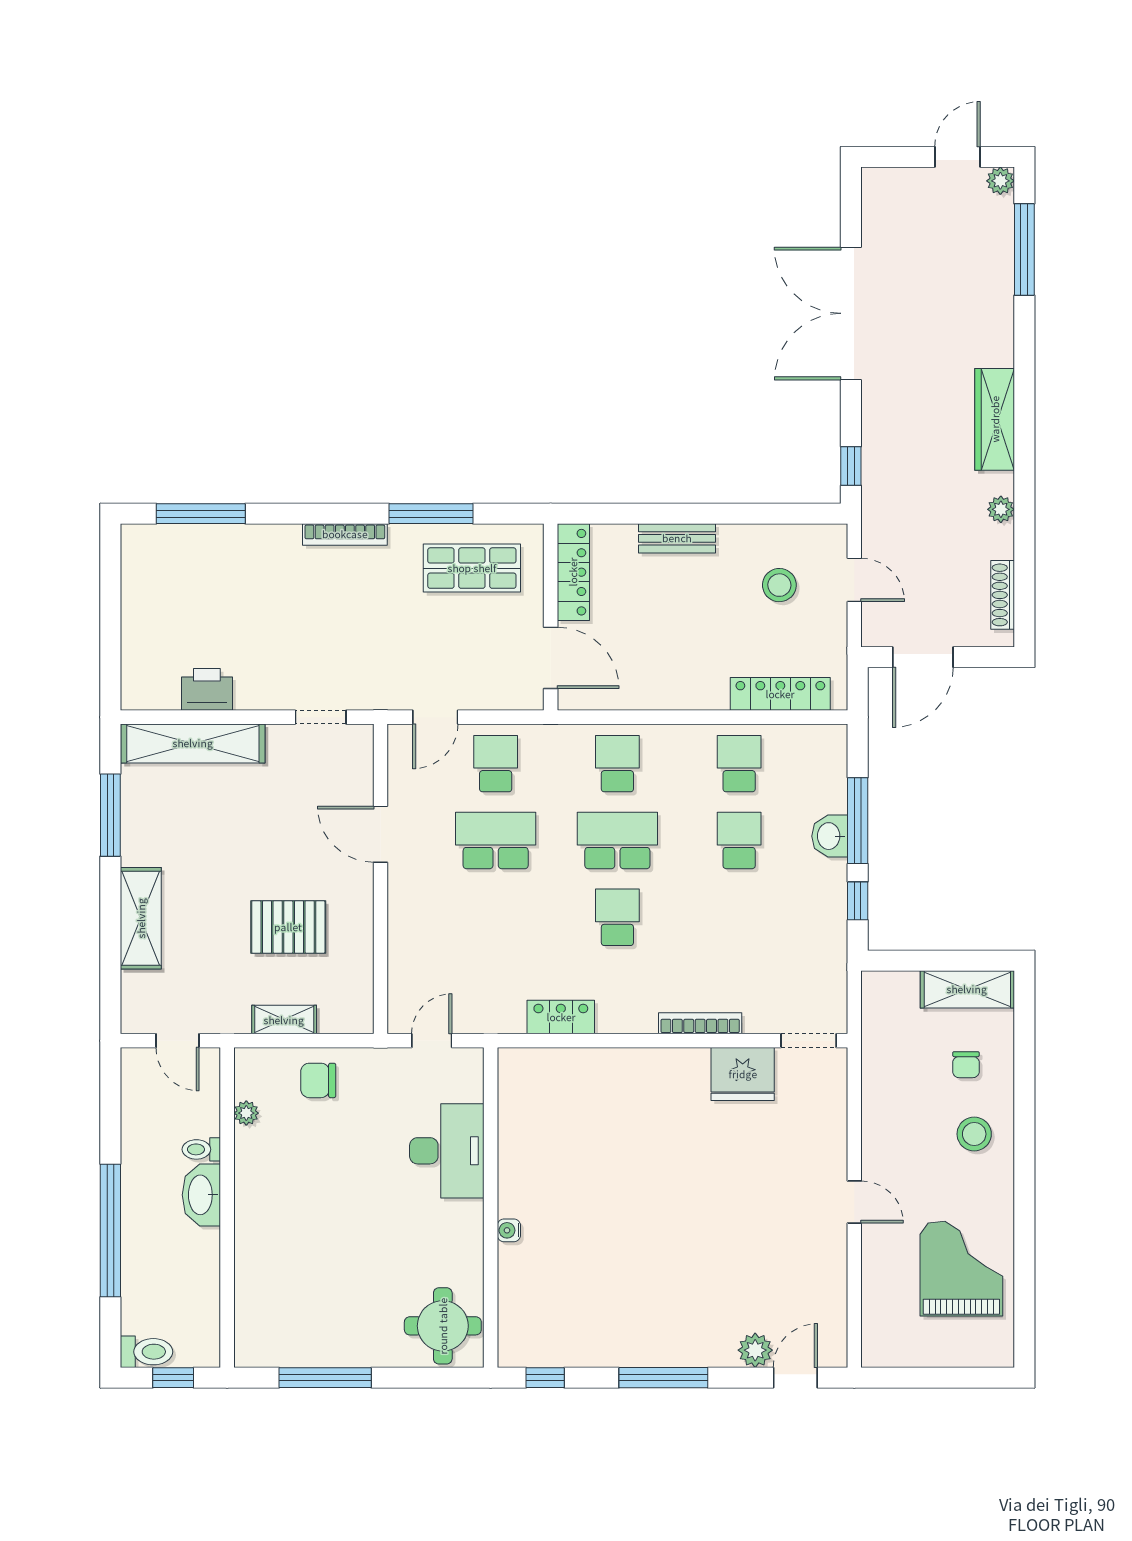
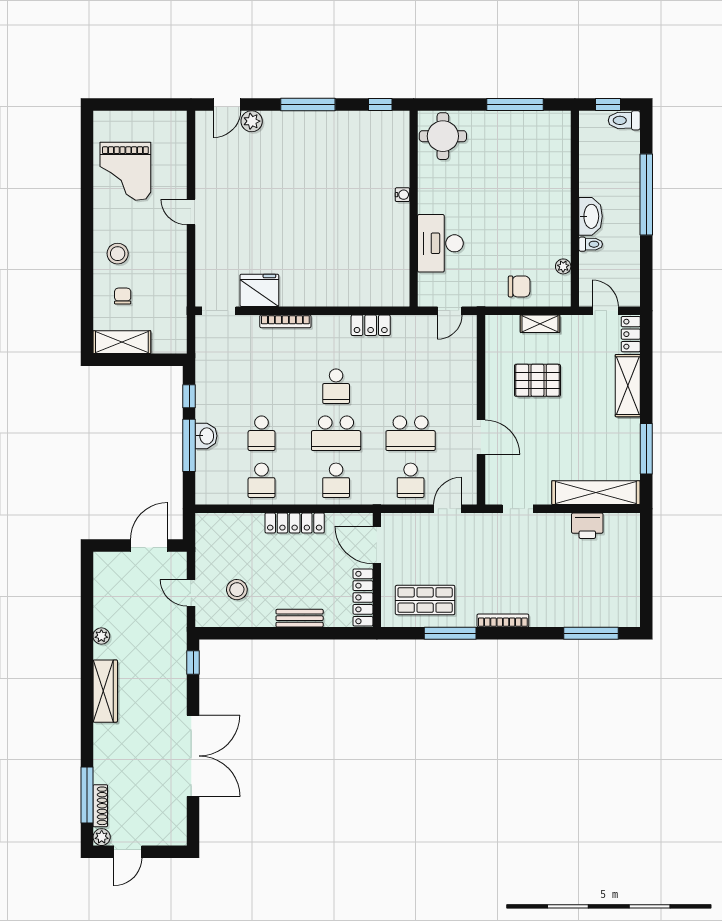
shoe rack: (1003, 595) -> (100, 806), moved
locker: (780, 694) -> (295, 523), moved
locker: (136, 1002) -> (631, 334), added

